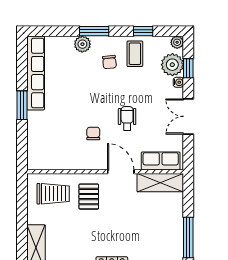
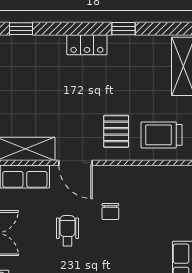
wheelchair: (127, 118) -> (67, 231), turned 180

